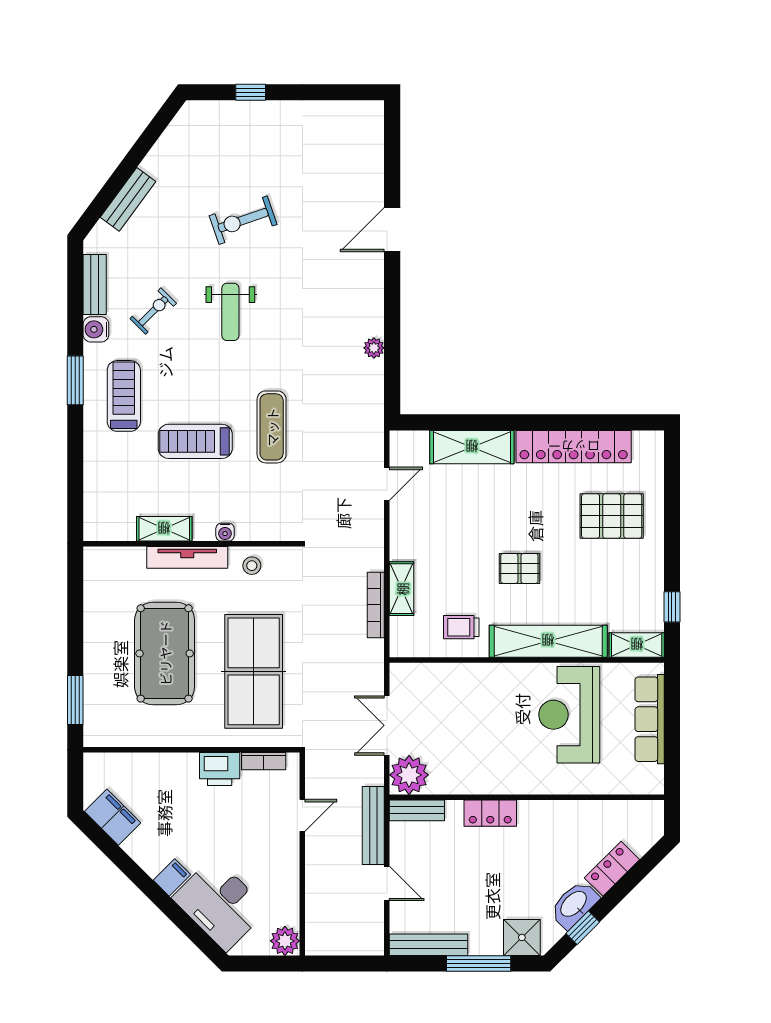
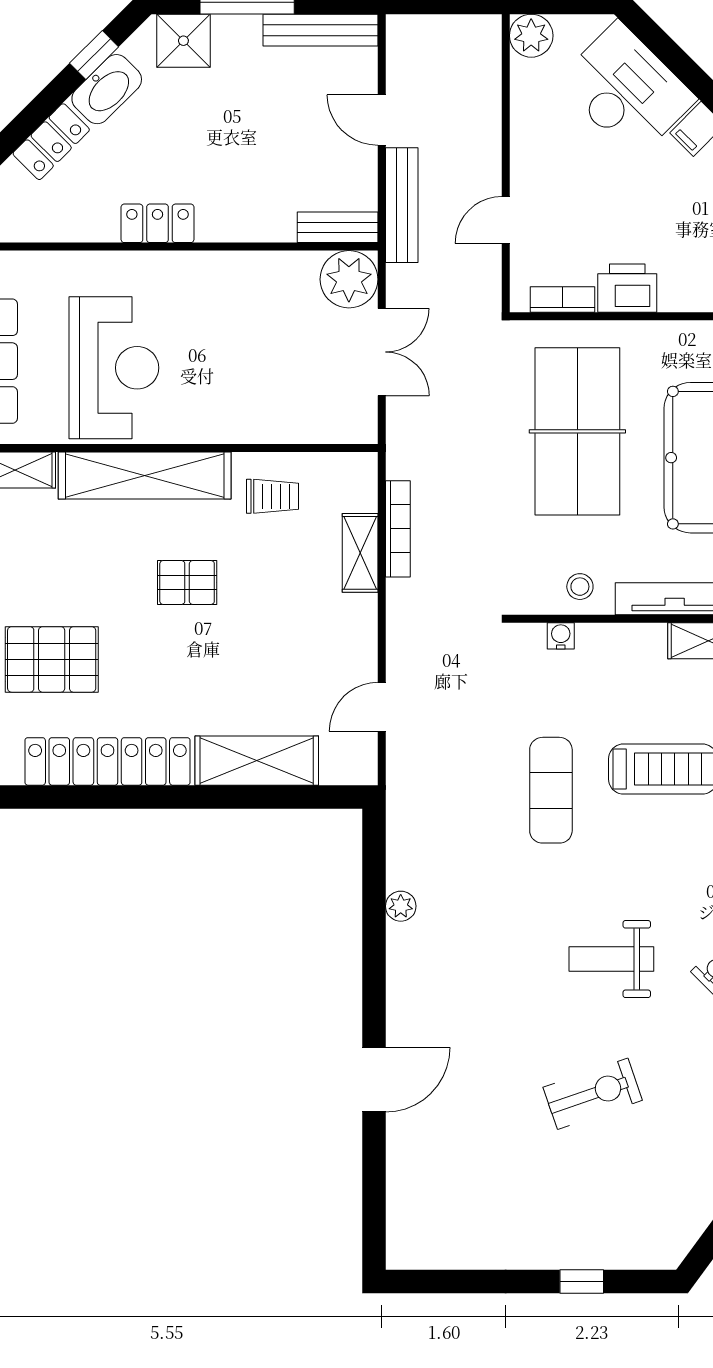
weight bench: (230, 312) -> (611, 959), turned -90
water cooler: (225, 532) -> (561, 636), moved
locker: (490, 813) -> (158, 223), moved

